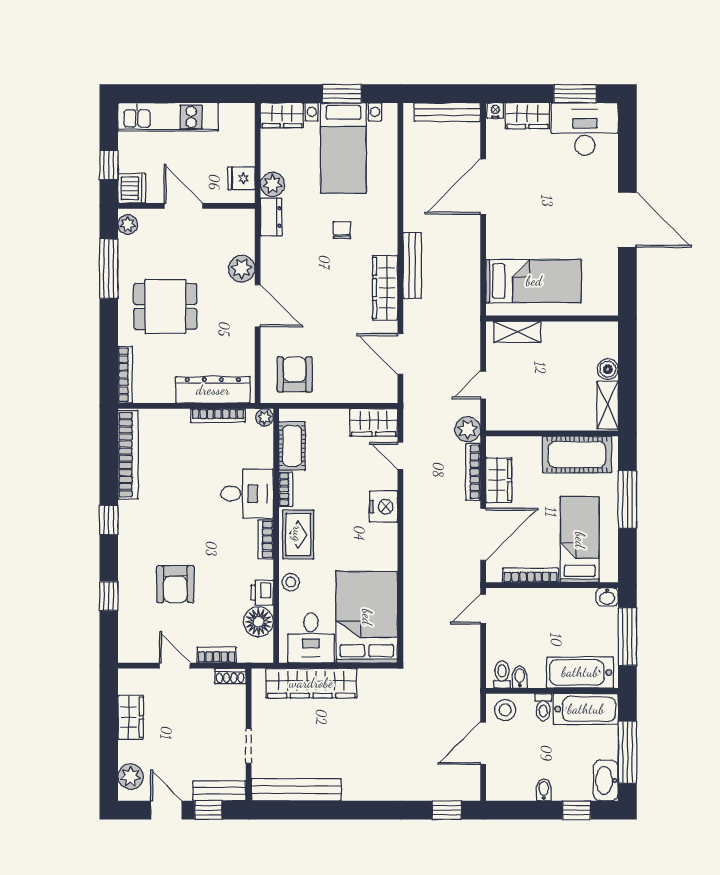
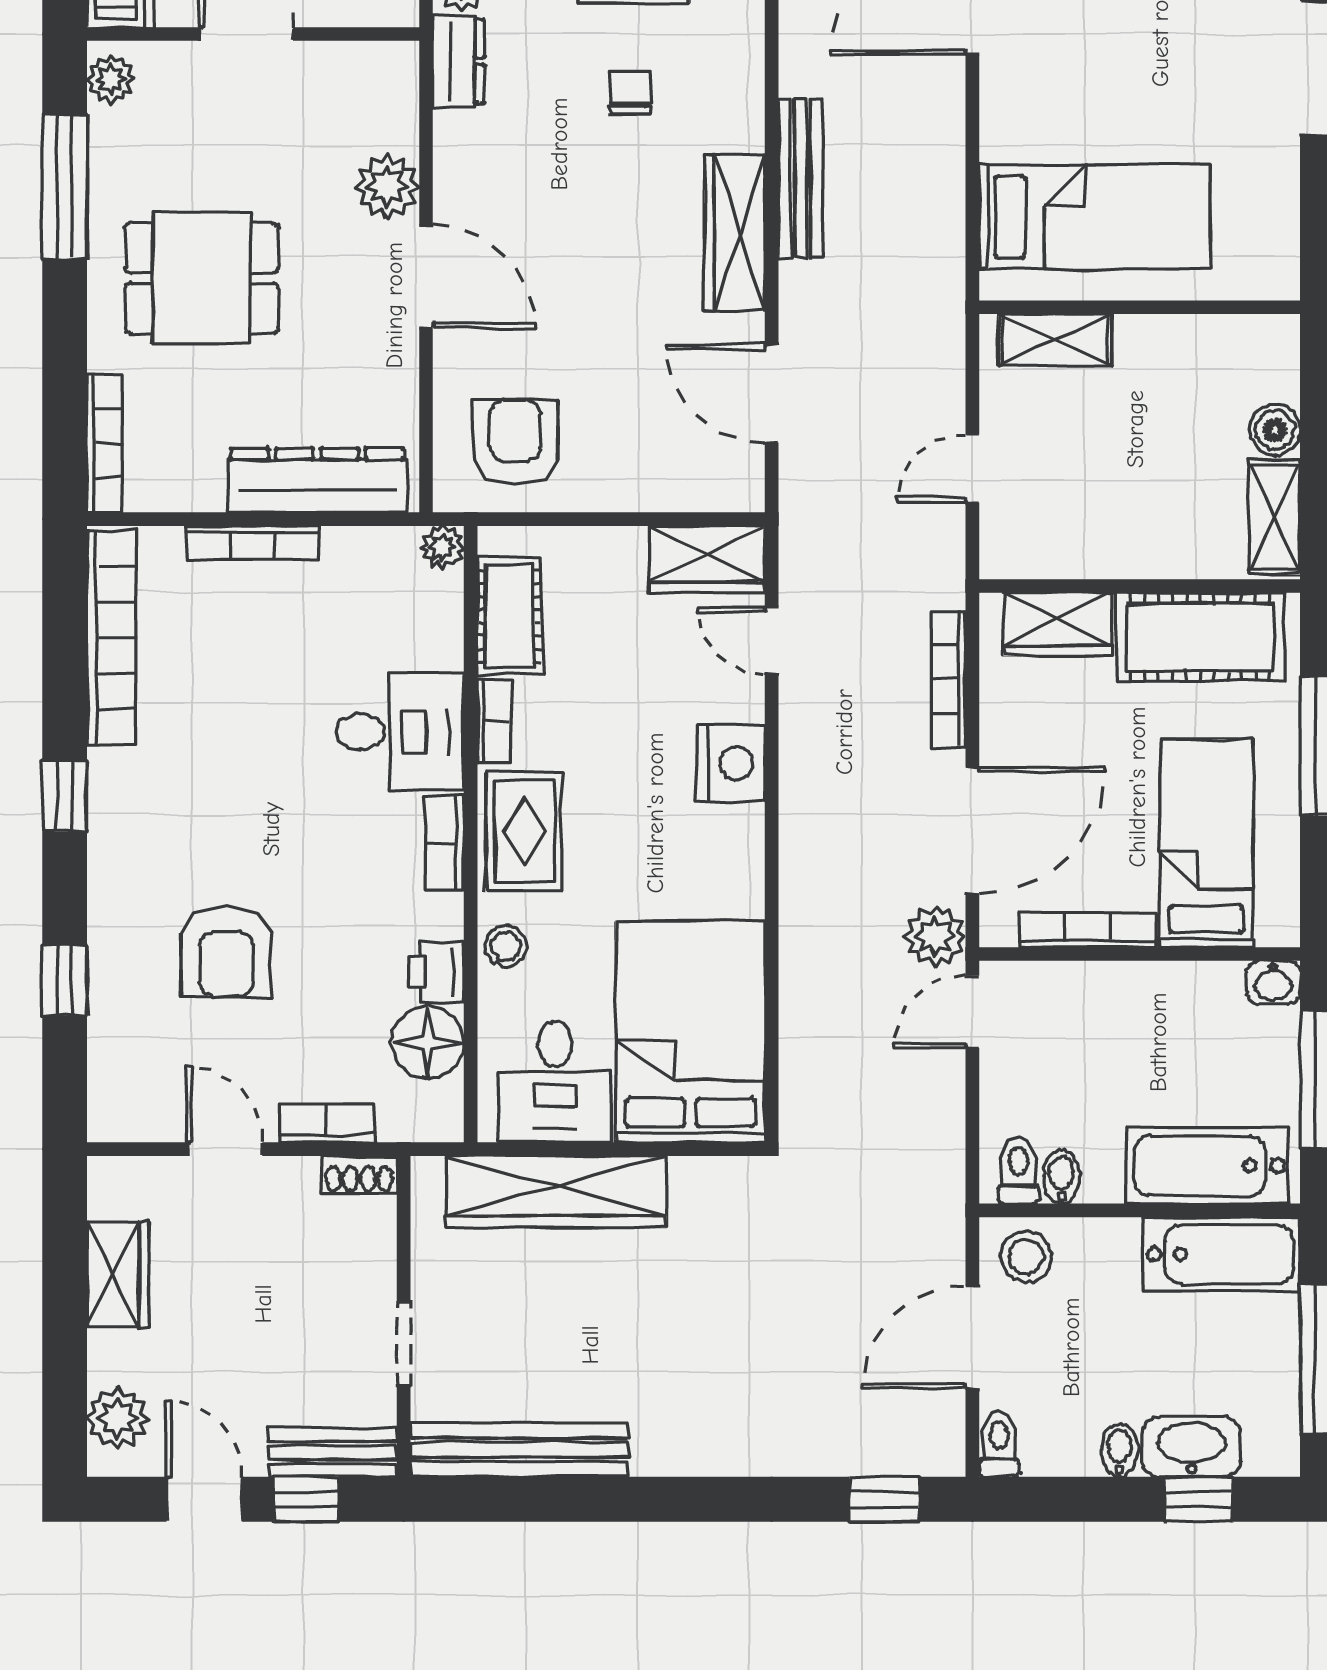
bookcase: (218, 416) -> (253, 543), moved
plant: (468, 429) -> (935, 936), moved
wardrobe: (499, 480) -> (1058, 624), moved, turned 90
toilet: (543, 707) -> (999, 1444), moved, turned 180
washbasin: (606, 780) -> (1192, 1447), moved, turned 90

